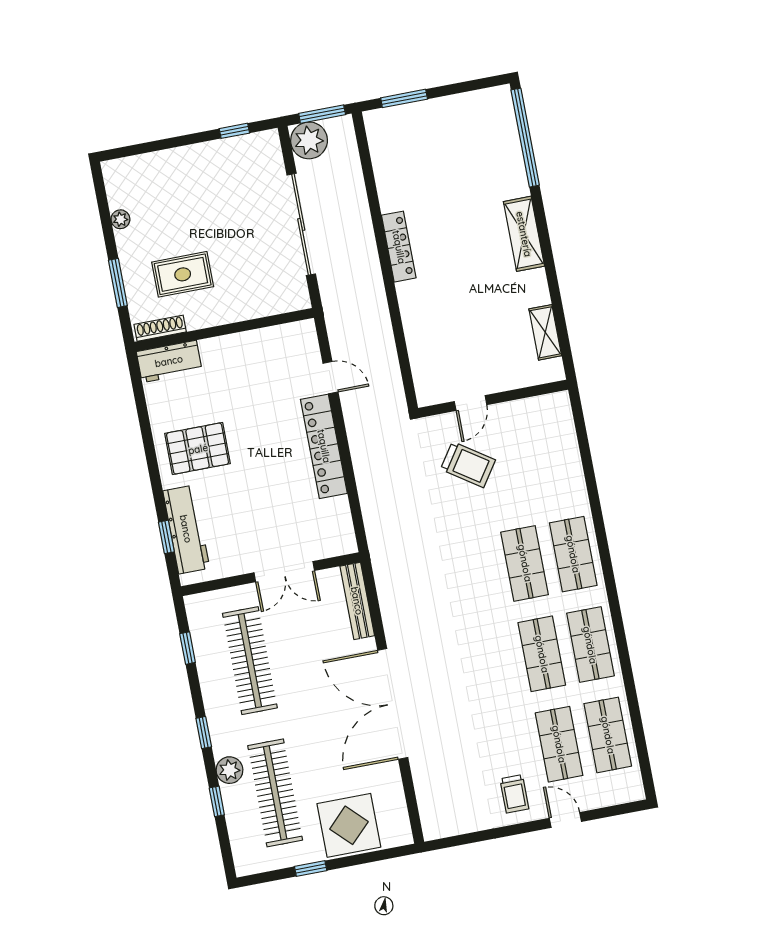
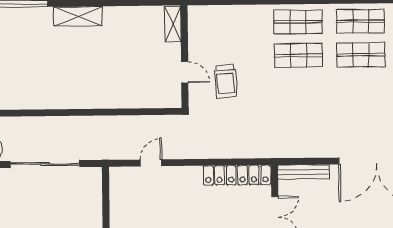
locker: (399, 247) -> (71, 101), removed
shelving: (545, 332) -> (173, 24), moved, turned 90
locker: (324, 446) -> (237, 175), moved
trolley: (468, 465) -> (226, 81), turned 143

